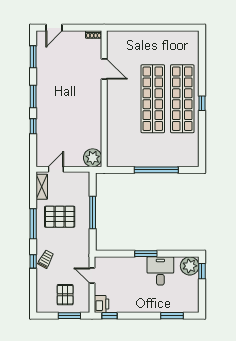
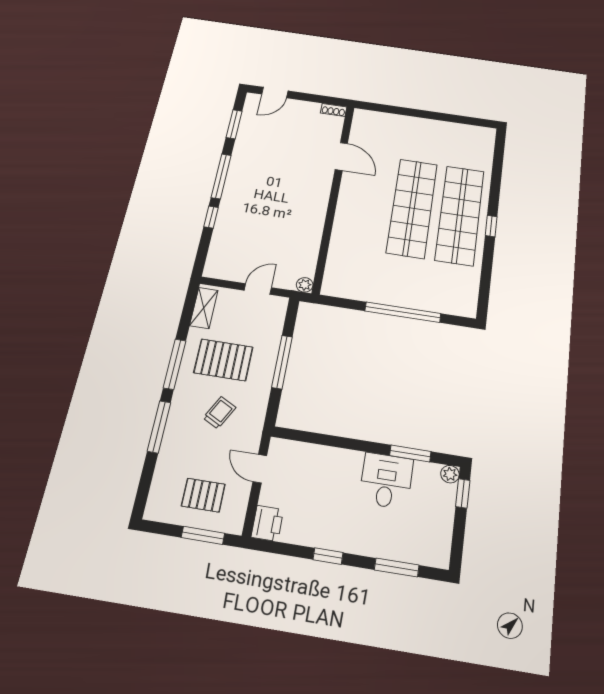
window: (33, 97) -> (221, 176), width x1.44
plant: (93, 158) -> (305, 285), width x0.53, depth x0.53
door: (56, 169) -> (258, 289), moved
window: (146, 254) -> (410, 453), moved
trolley: (46, 259) -> (219, 413), moved
window: (33, 261) -> (159, 427), width x2.17
plant: (190, 266) -> (450, 474), width x0.53, depth x0.53
pallet: (65, 295) -> (203, 495), turned 90
window: (110, 316) -> (328, 556), moved

